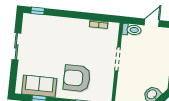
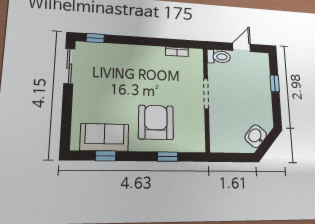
sliding door: (16, 46) -> (69, 66), moved
armchair: (77, 78) -> (156, 122), turned 90

